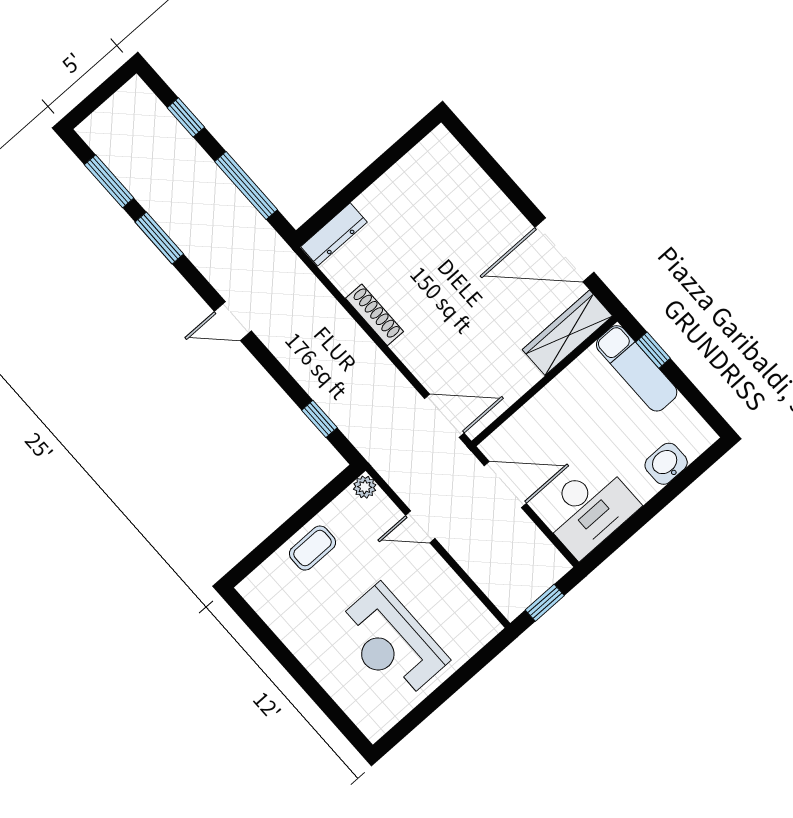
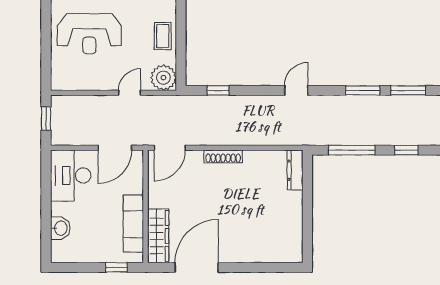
shoe rack: (375, 315) -> (223, 156), moved
exam couch: (637, 368) -> (133, 224), moved, turned -90
plant: (365, 487) -> (163, 78), width x1.88, depth x1.88
reception desk: (391, 642) -> (89, 34), turned 180

